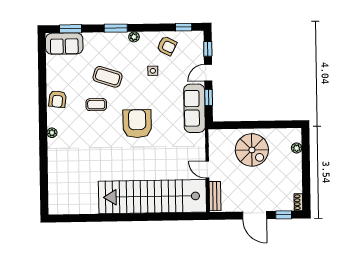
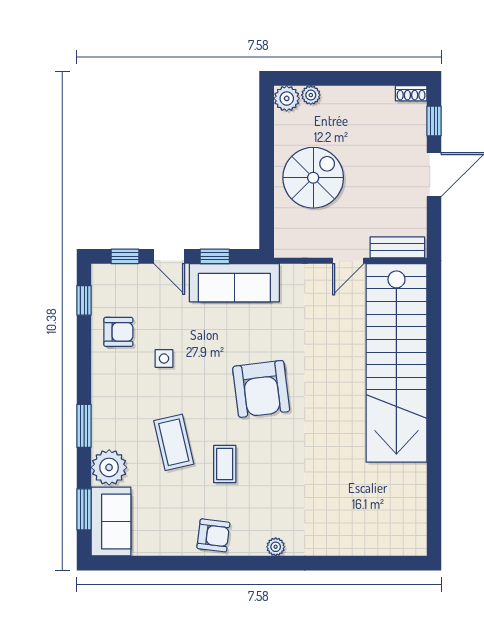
plant: (134, 37) -> (109, 467), moved, width x1.88, depth x1.88
armchair: (167, 46) -> (118, 332), turned 63
coffee table: (108, 77) -> (174, 442), turned -31
armchair: (137, 124) -> (261, 389), turned -97
plant: (295, 135) -> (287, 98), added

